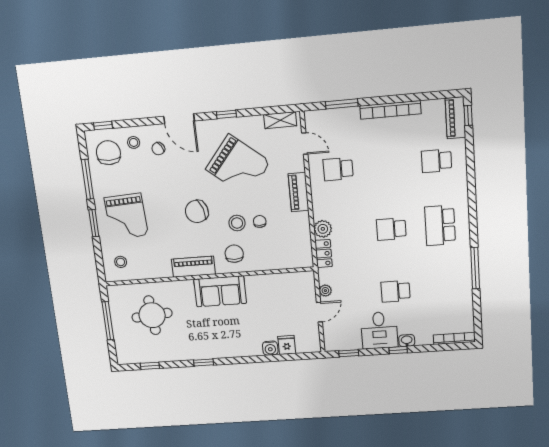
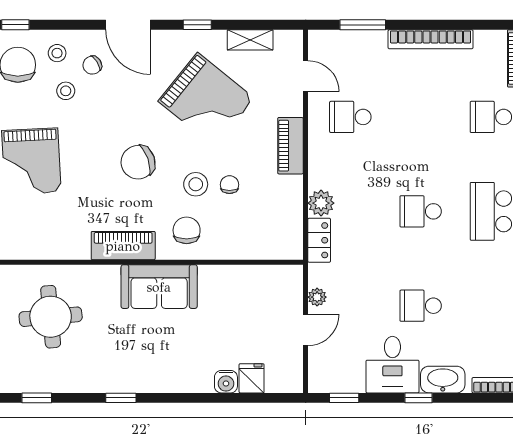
shelving: (280, 120) -> (250, 40), moved
stool: (121, 262) -> (66, 91), moved
washbasin: (407, 341) -> (443, 380), width x1.91, depth x1.45

